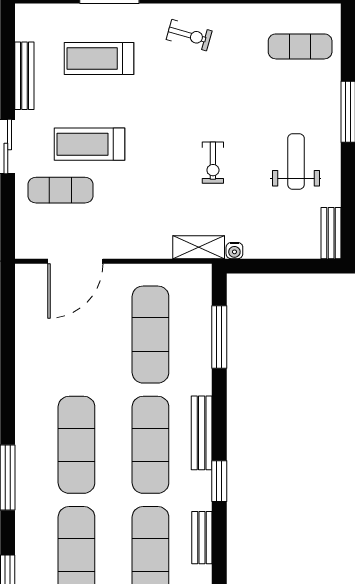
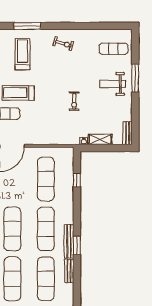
treadmill: (99, 58) -> (23, 54), turned 90
weight bench: (296, 161) -> (113, 84), moved, turned -90
shelving: (199, 247) -> (100, 139), moved
window: (219, 337) -> (77, 180), width x0.46
bench: (202, 433) -> (69, 241), moved

